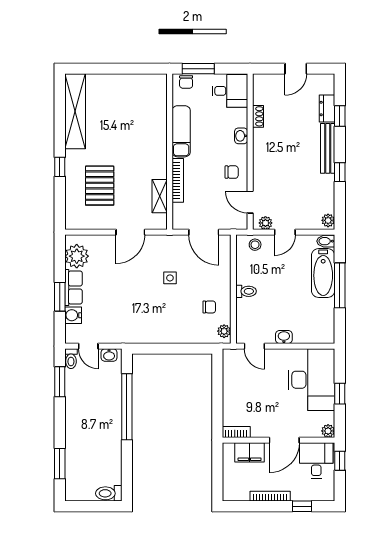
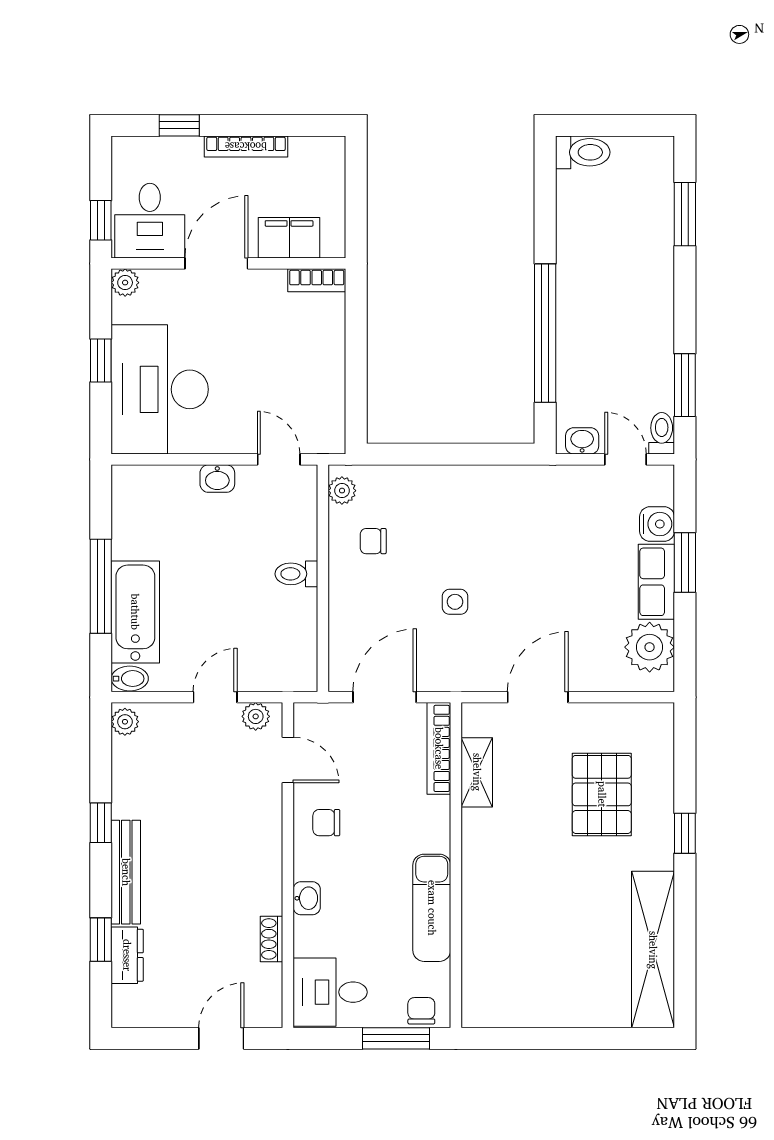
door: (296, 69) -> (221, 1038), moved
bookcase: (178, 180) -> (439, 748), moved
door: (204, 232) -> (385, 697), hinge flipped
stool: (255, 245) -> (277, 671), removed

